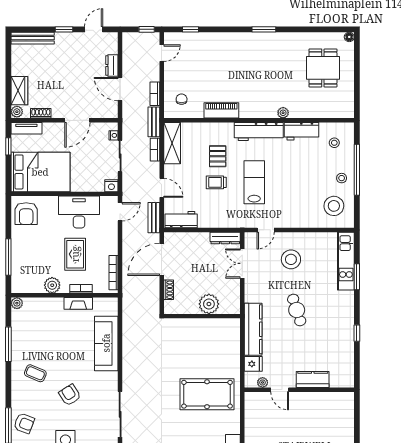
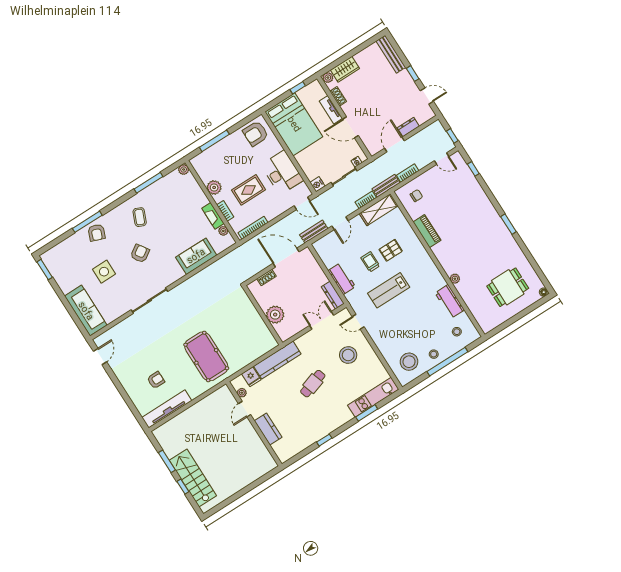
tv unit: (26, 128) -> (331, 110), moved
workbench: (259, 132) -> (429, 269), removed
lab bench: (254, 182) -> (389, 290), turned 180
workbench: (181, 220) -> (342, 279), moved
plant: (99, 303) -> (223, 231), added
sofa: (106, 343) -> (196, 256), width x0.73

